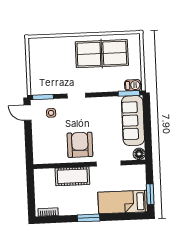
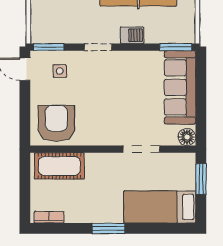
barbecue: (133, 85) -> (132, 35), moved
armchair: (80, 145) -> (56, 123), moved
cot: (72, 176) -> (59, 166), moved
window: (150, 194) -> (201, 179), moved

